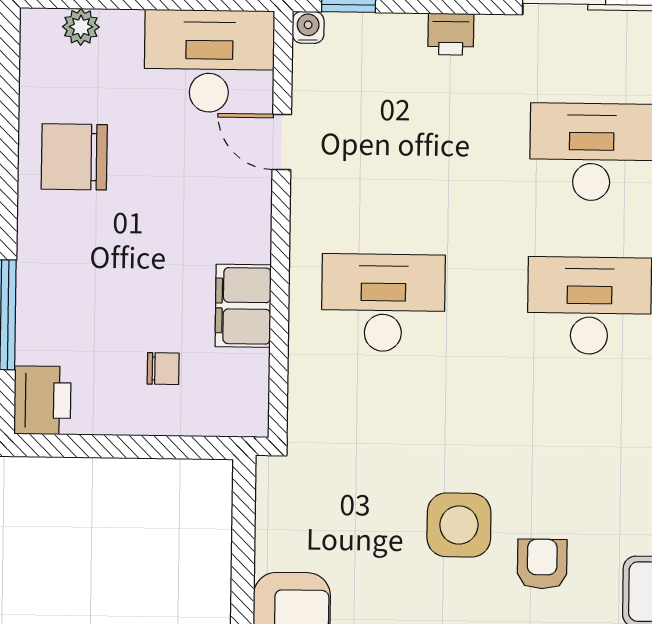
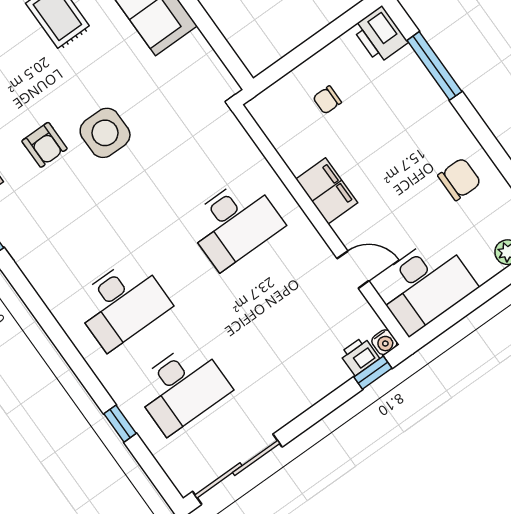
printer: (451, 34) -> (359, 356), moved
chair: (74, 157) -> (459, 179), width x0.73, depth x0.73
filing cabinet: (243, 306) -> (327, 191), moved

